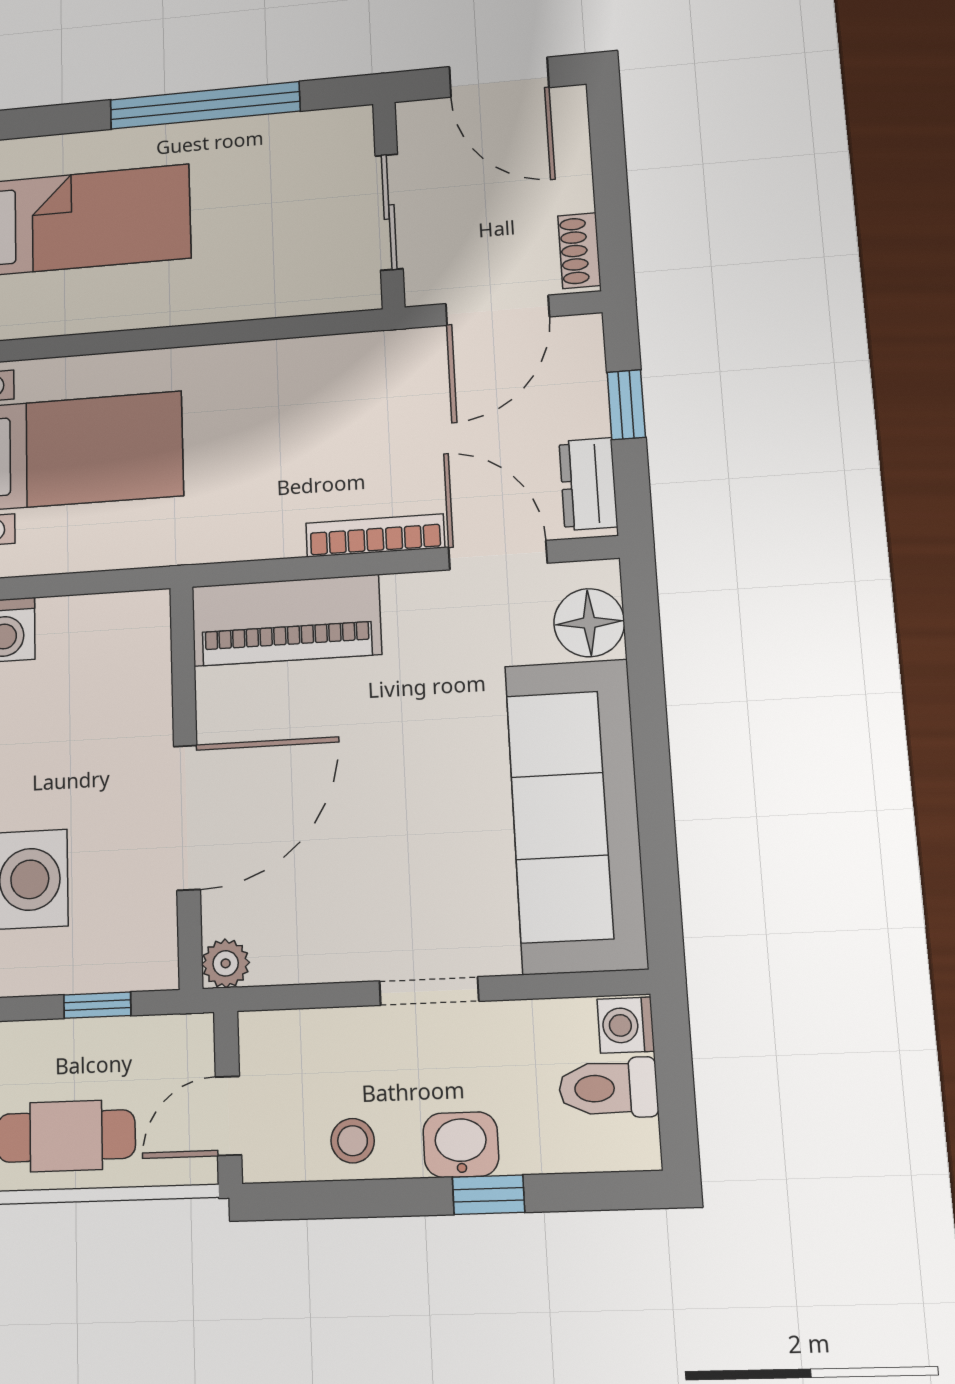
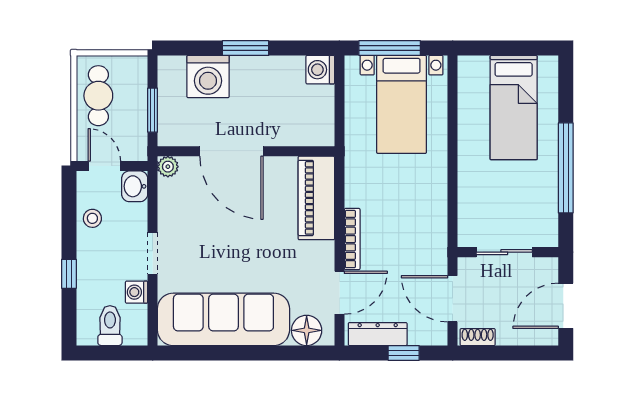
dresser: (588, 484) -> (378, 334), width x1.44
window: (97, 1005) -> (153, 110), width x1.50
washing machine: (626, 1025) -> (137, 292), moved, turned -90
washbasin: (461, 1145) -> (135, 186), moved, turned 180

